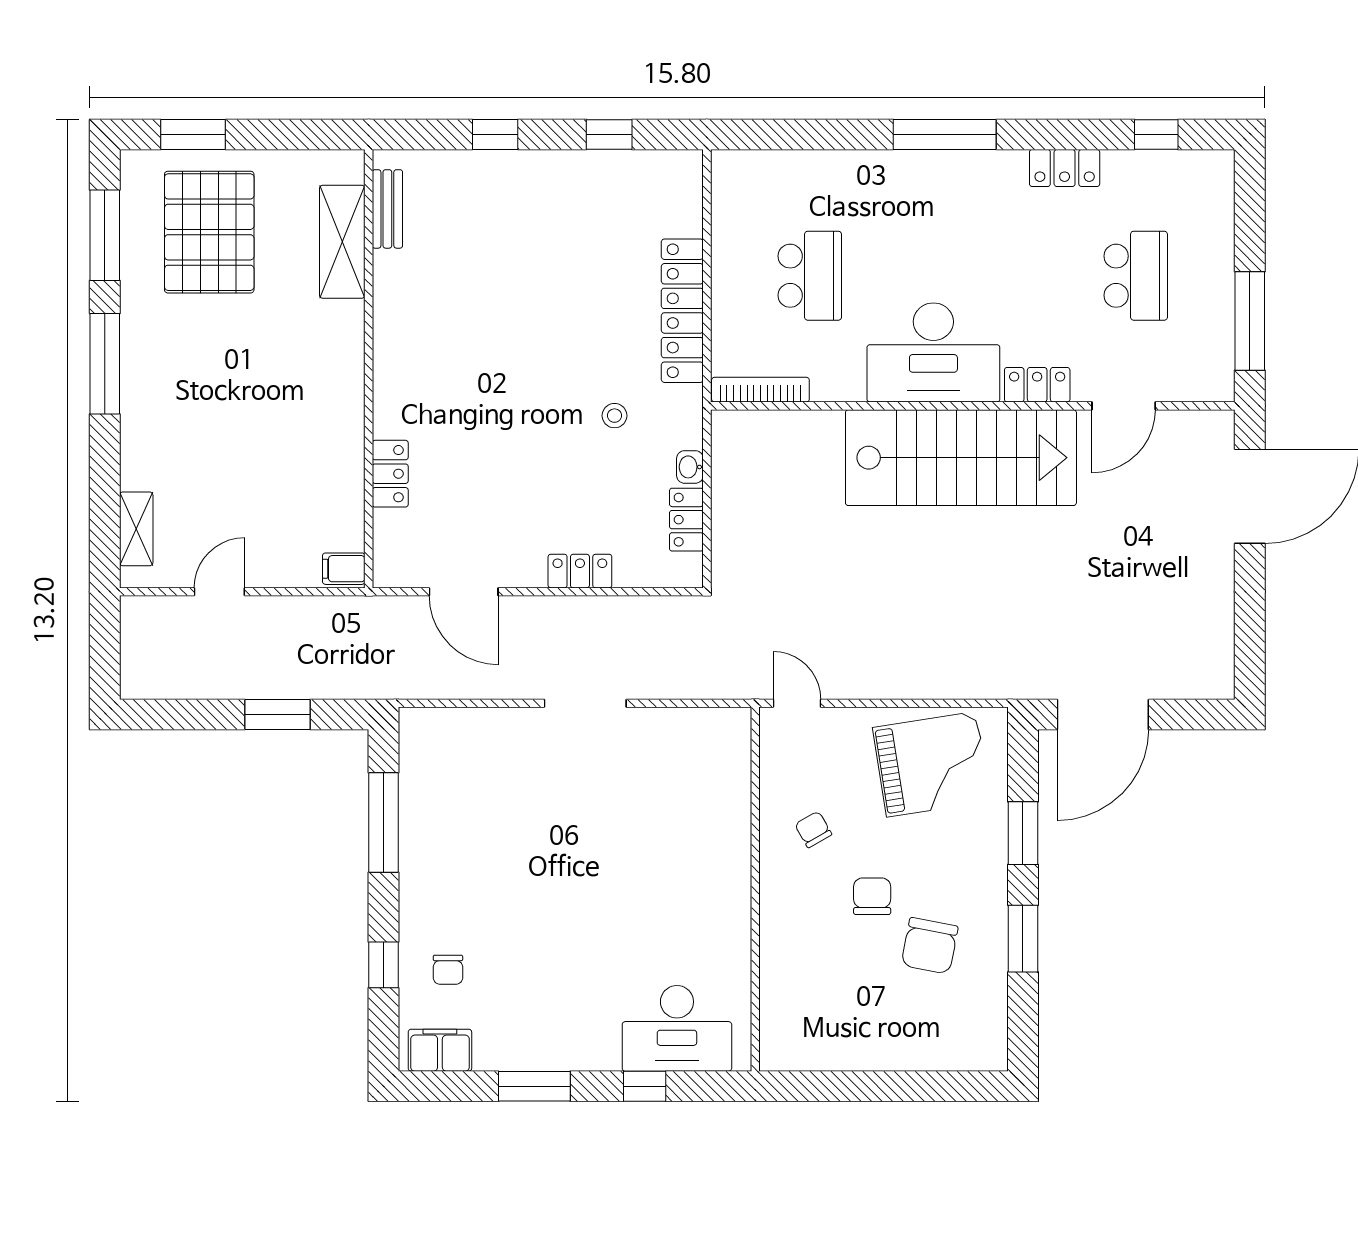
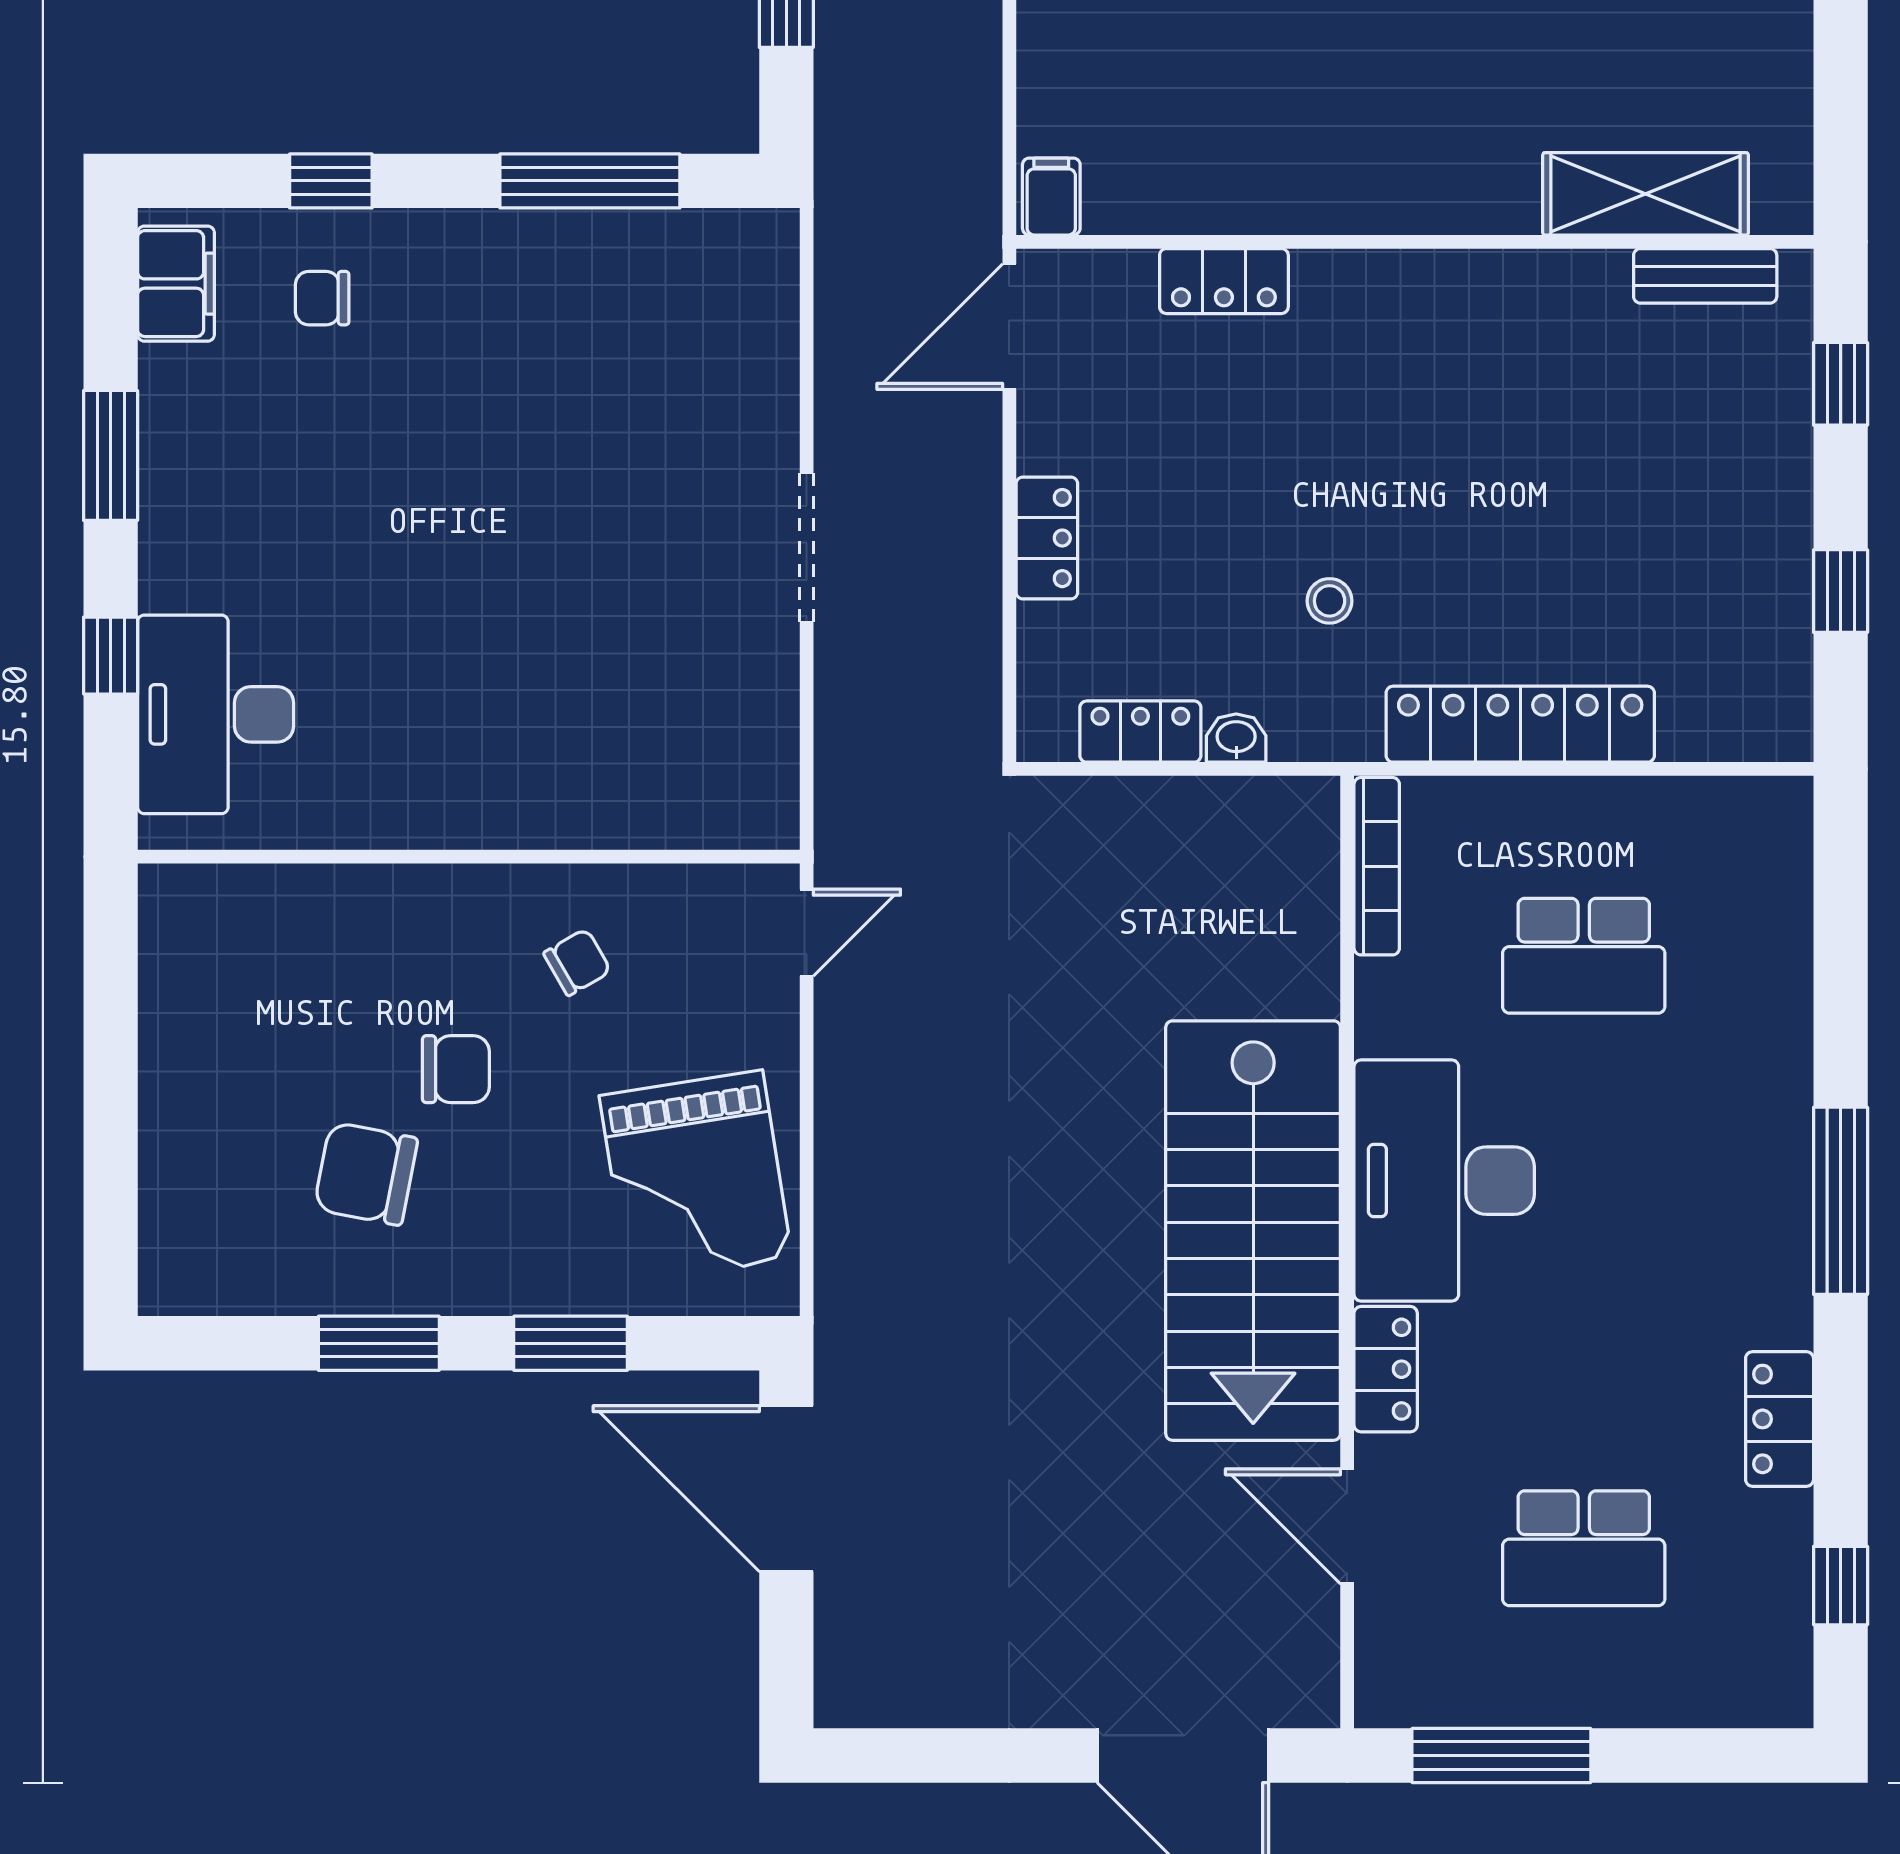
bench: (387, 209) -> (1705, 276), moved
shelving: (342, 242) -> (1646, 194), moved
wall: (369, 369) -> (1415, 242), moved
locker: (390, 474) -> (1224, 281), moved
filing cabinet: (344, 569) -> (1051, 197), moved

